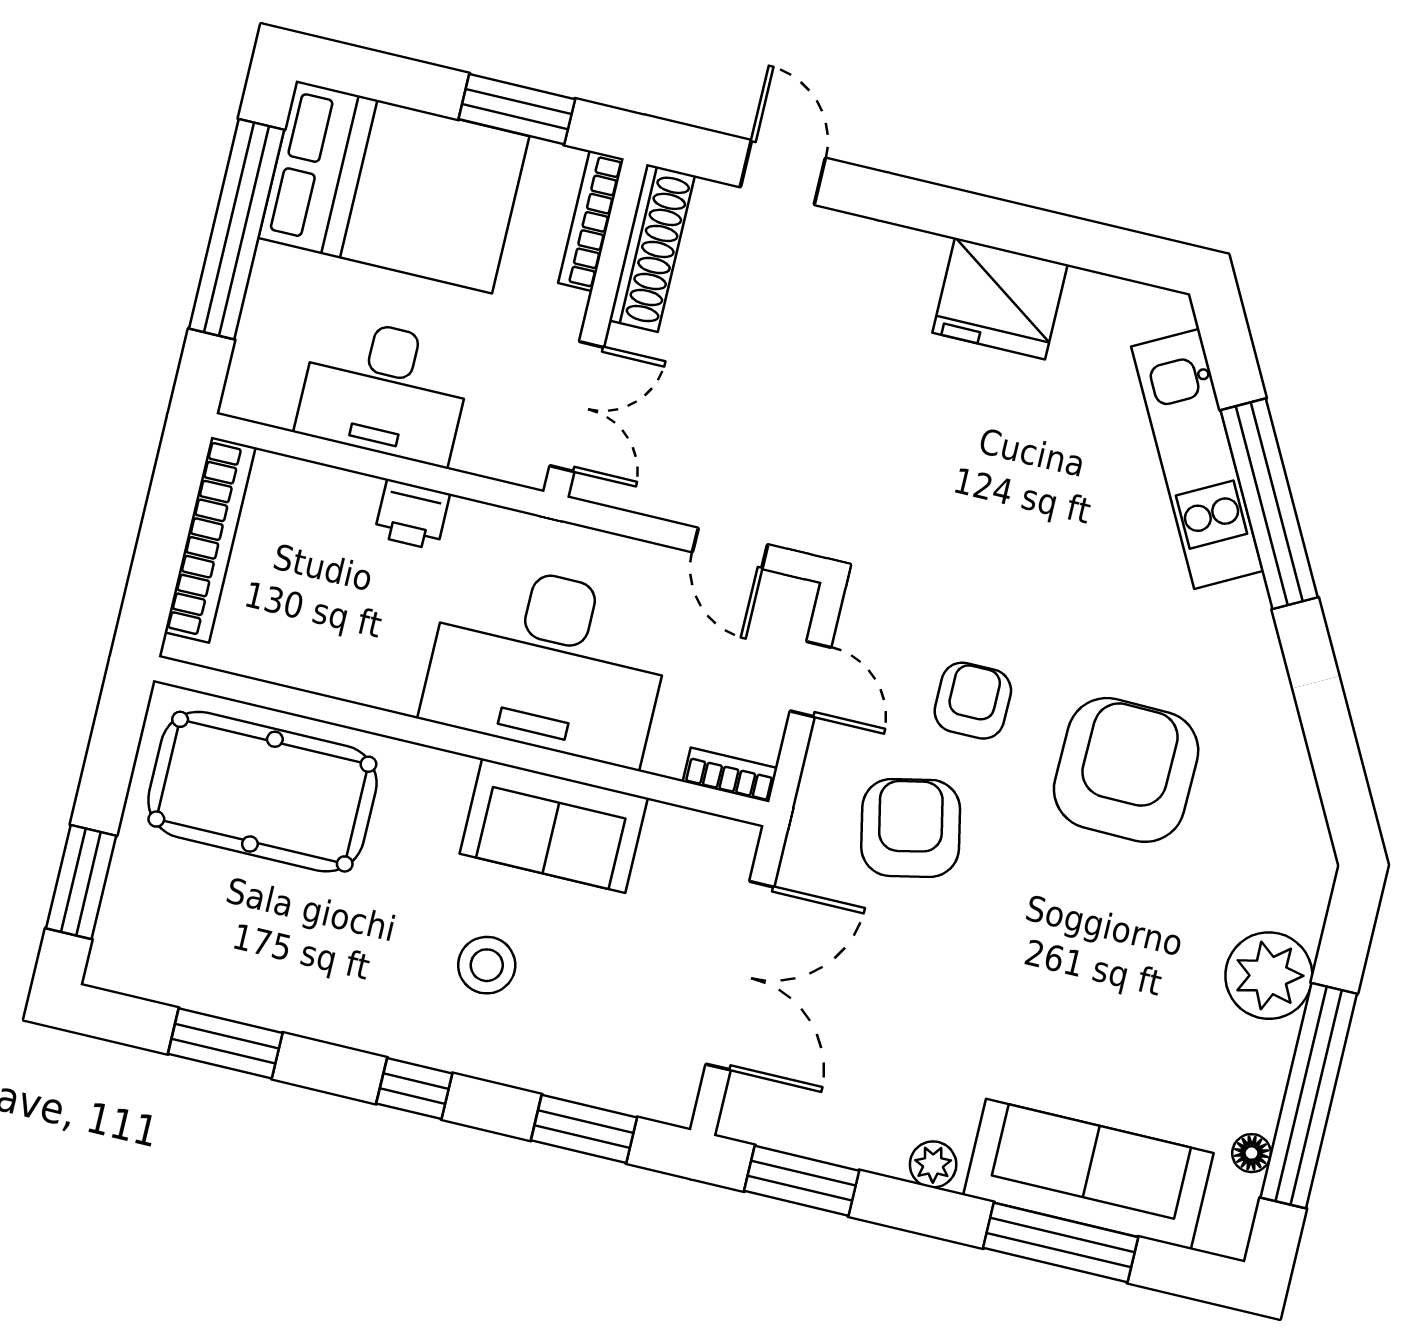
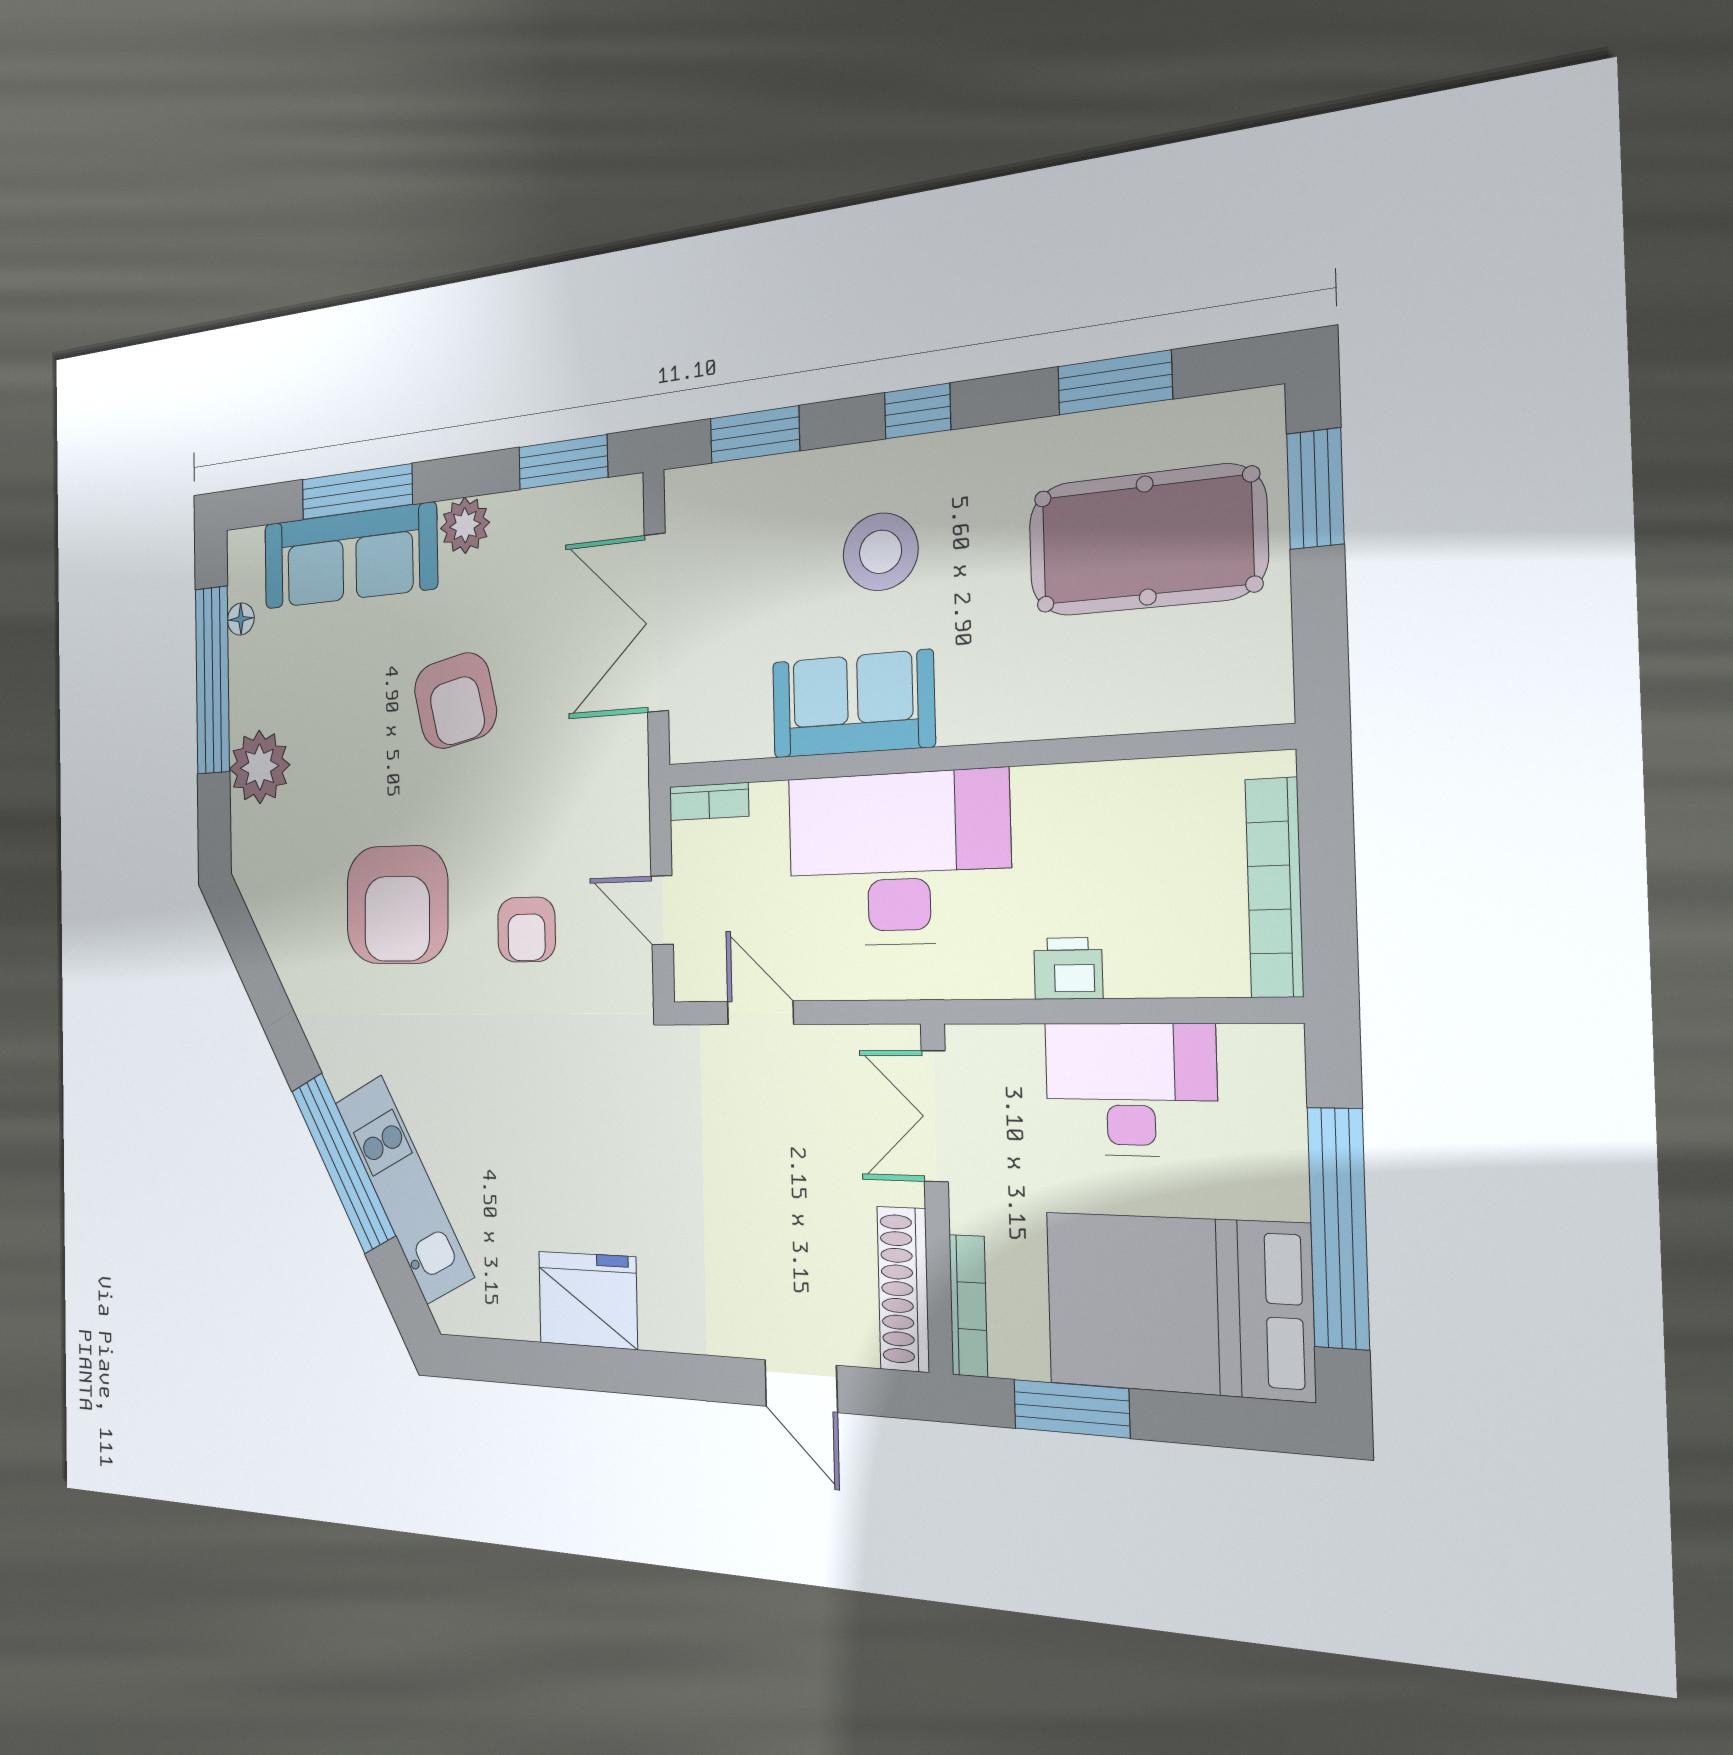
pool table: (262, 792) -> (1146, 540), moved
armchair: (911, 828) -> (455, 701), moved
stool: (487, 965) -> (880, 552), width x1.38, depth x1.38
plant: (933, 1164) -> (465, 525), width x1.38, depth x1.38

